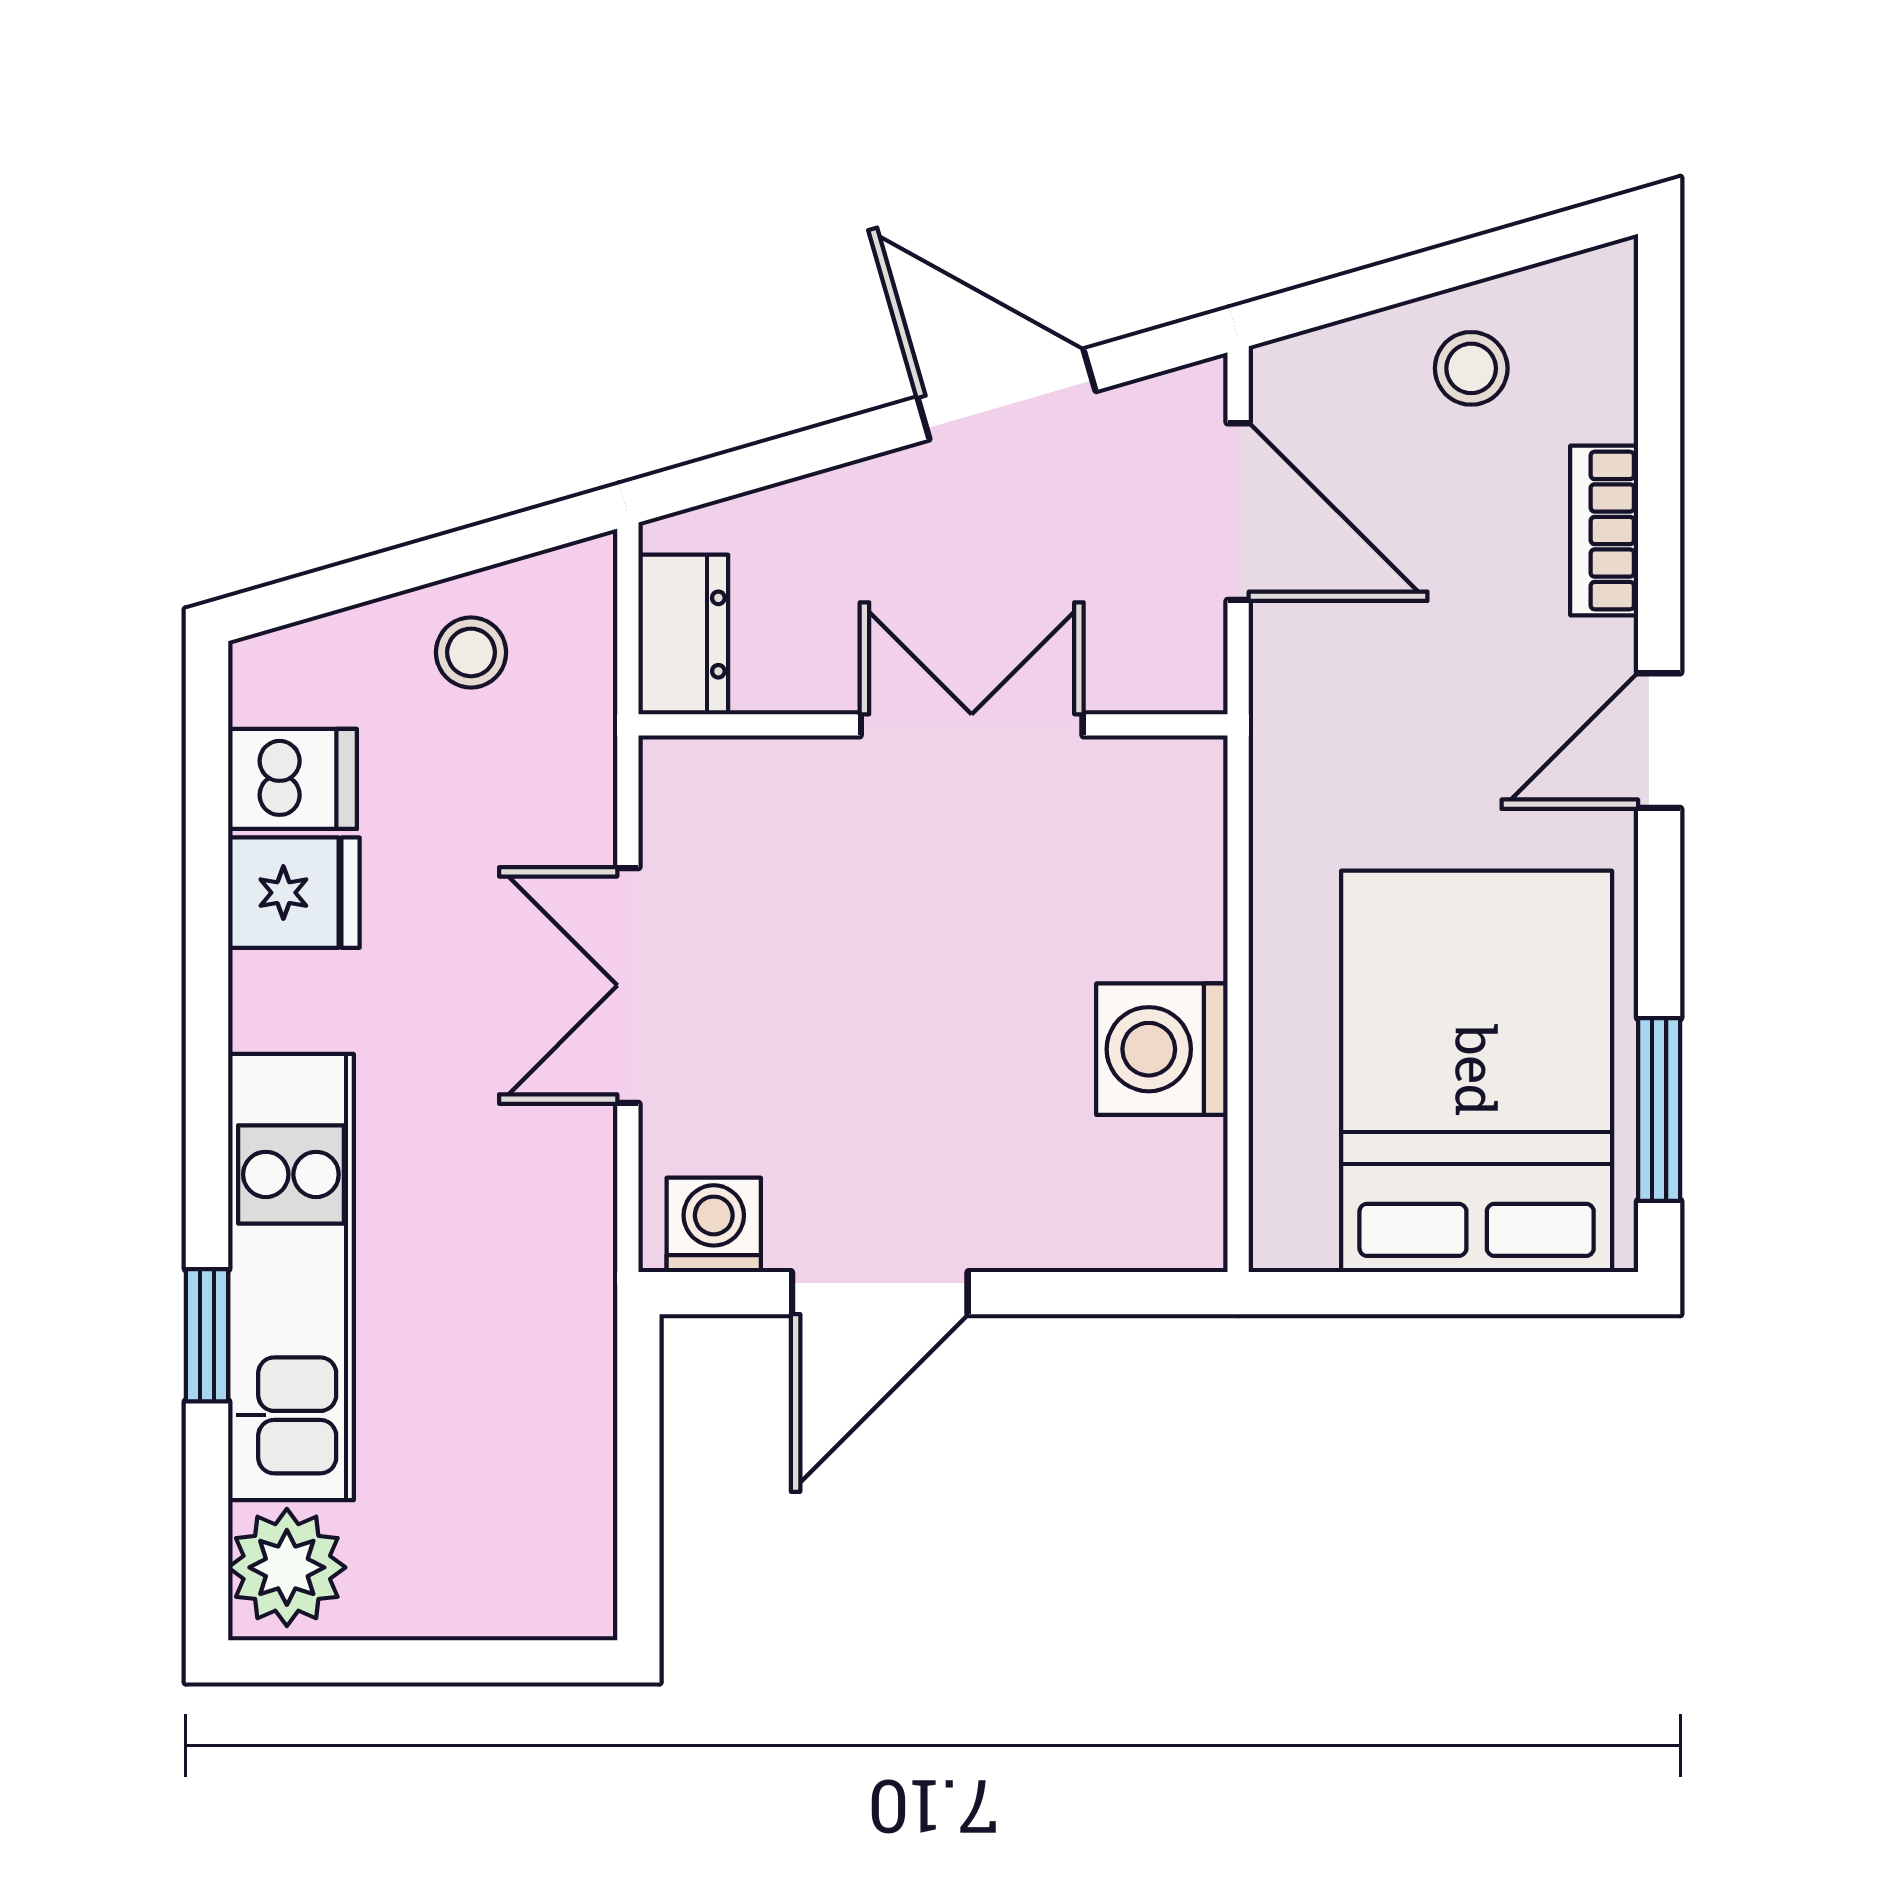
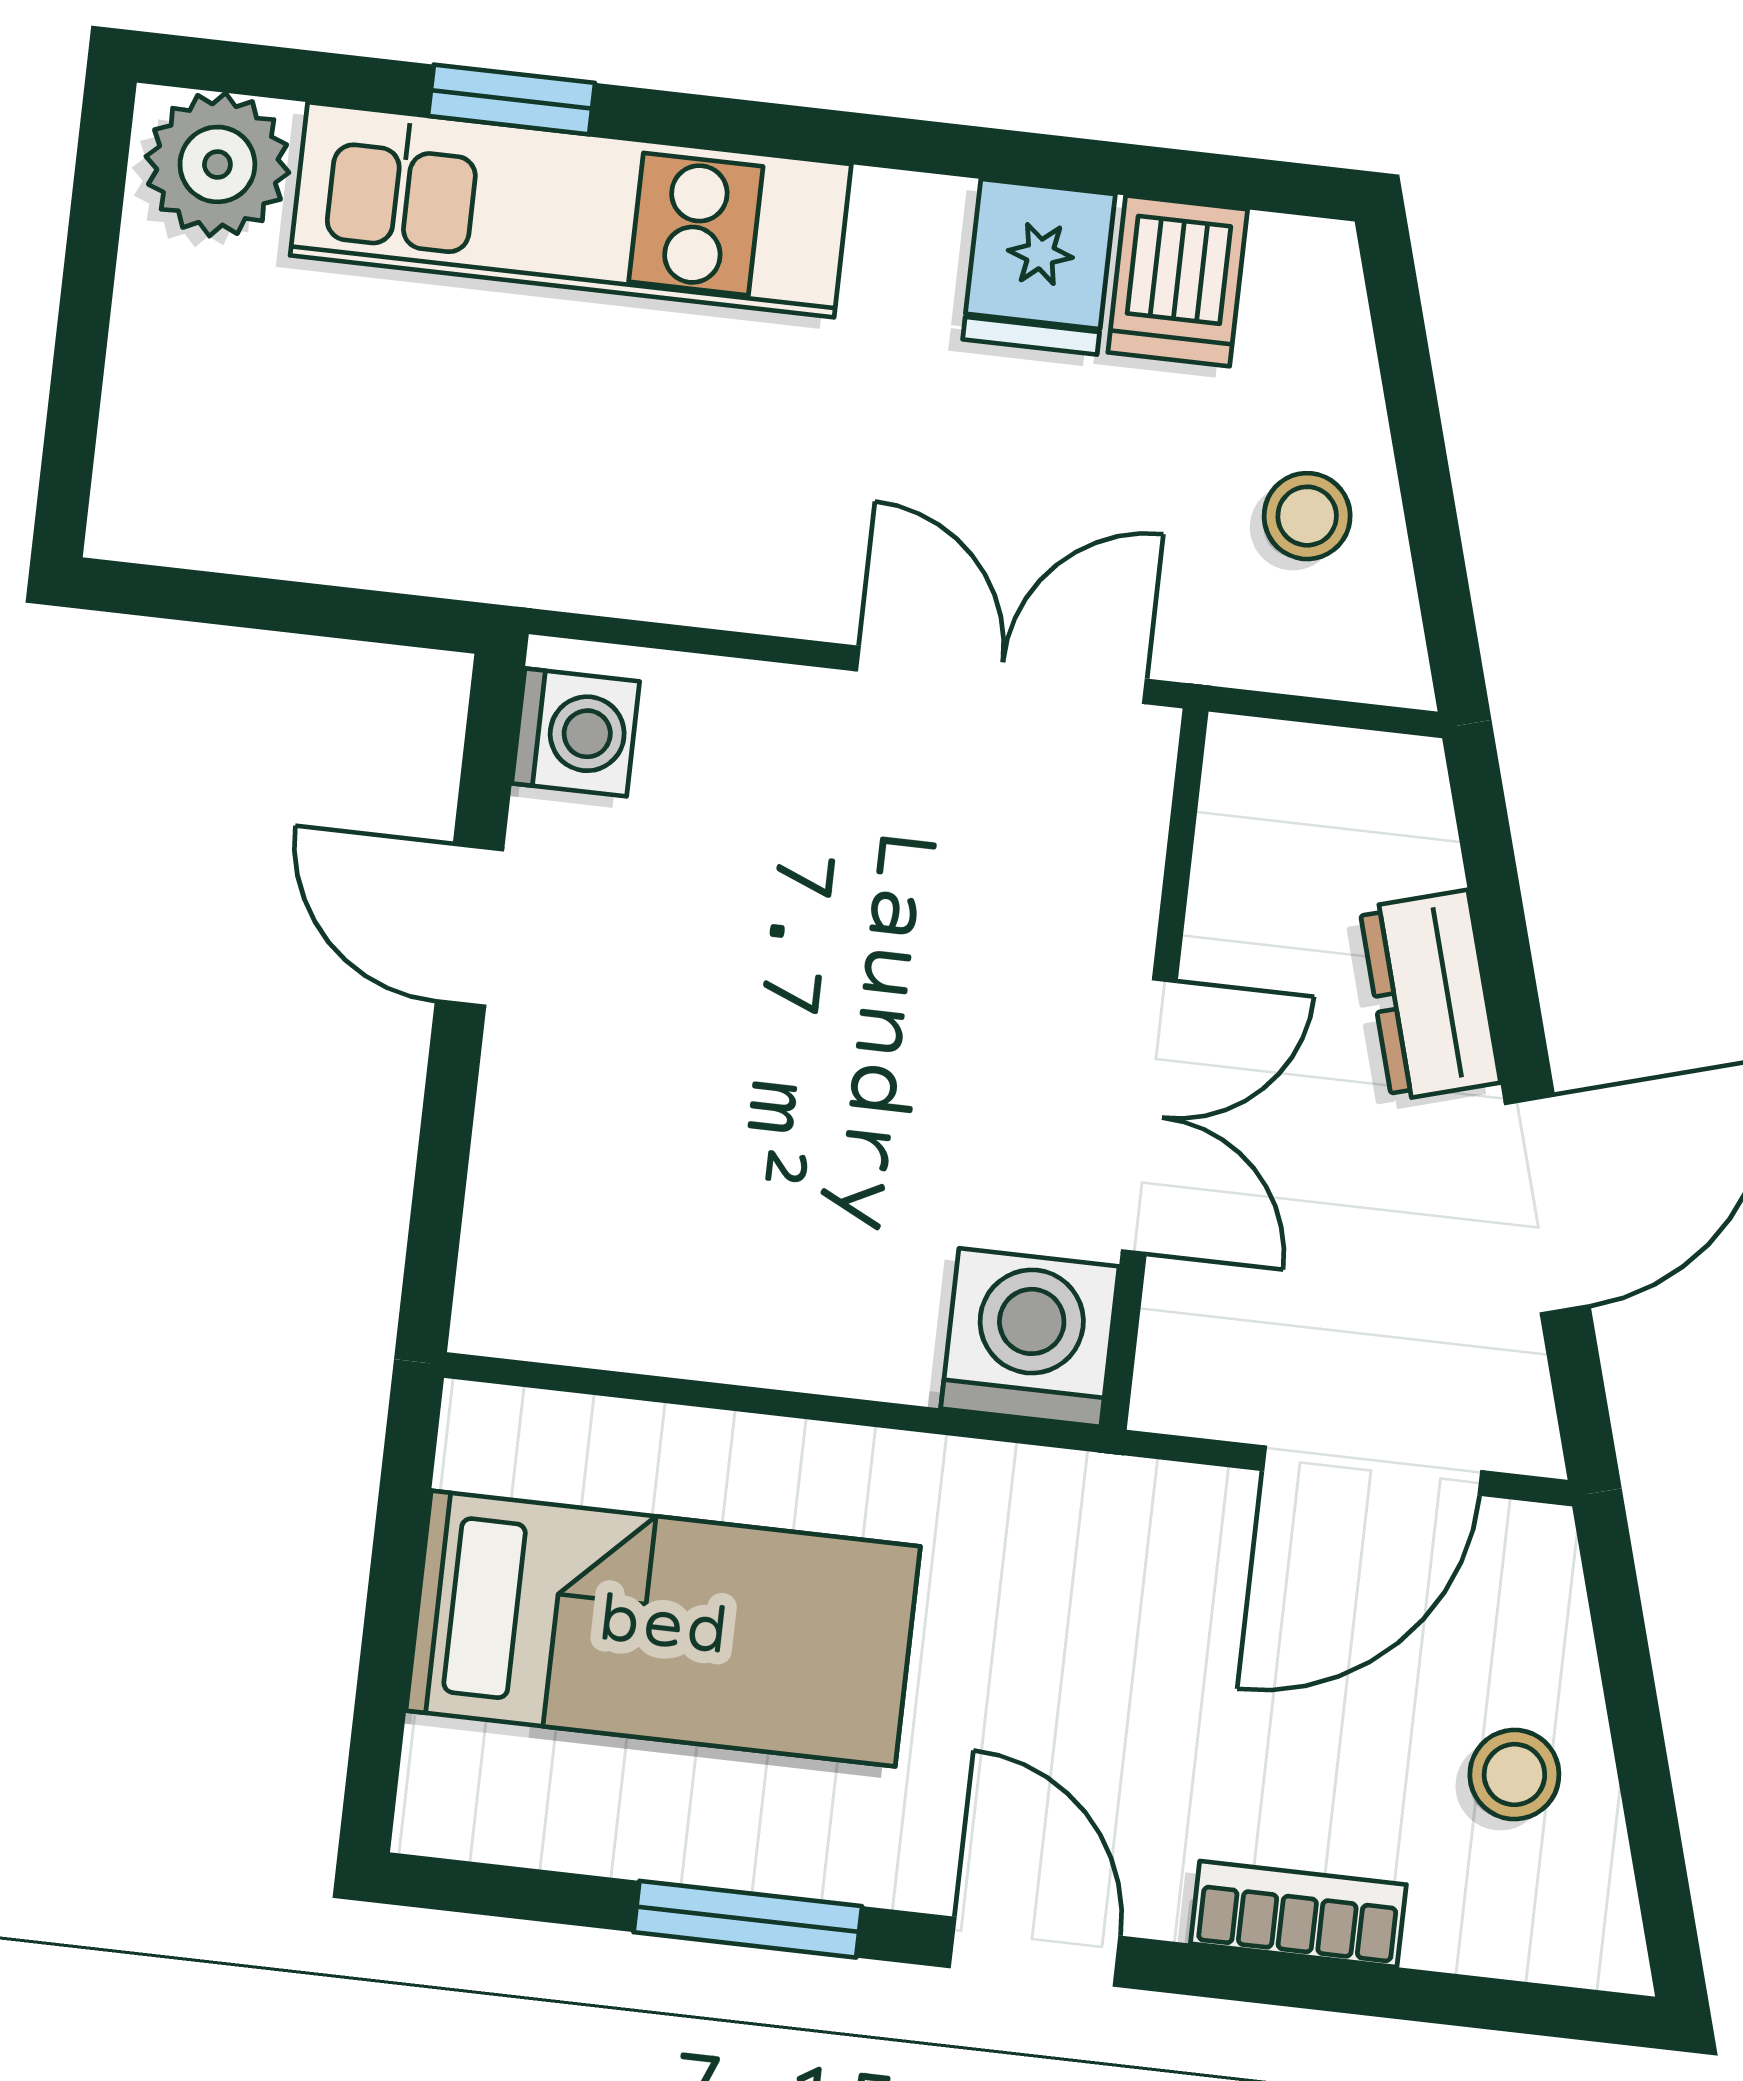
dresser: (683, 635) -> (1430, 995), moved, turned 74
double door: (628, 985) -> (1001, 675), moved
washing machine: (1162, 1049) -> (1030, 1337), moved
bed: (1477, 1071) -> (663, 1628), width x0.67
window: (1659, 1109) -> (748, 1919), moved
door: (880, 1293) -> (470, 925), width x0.73

